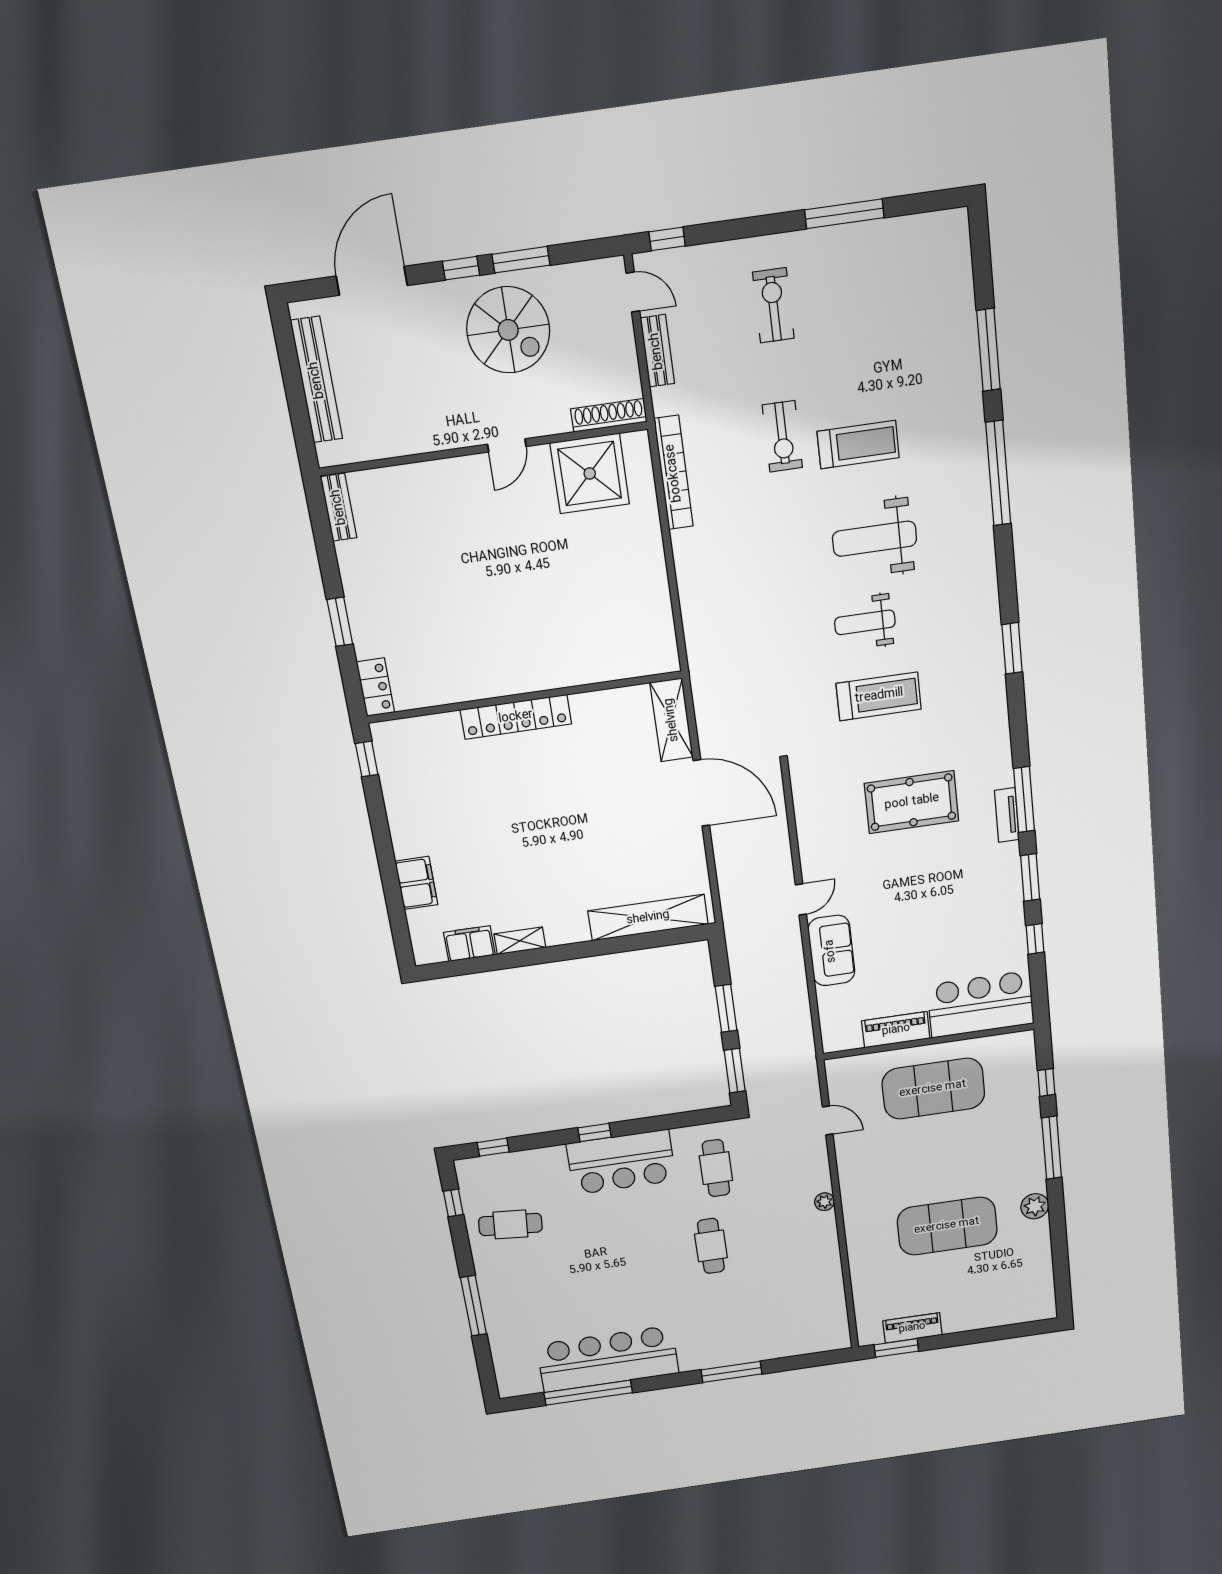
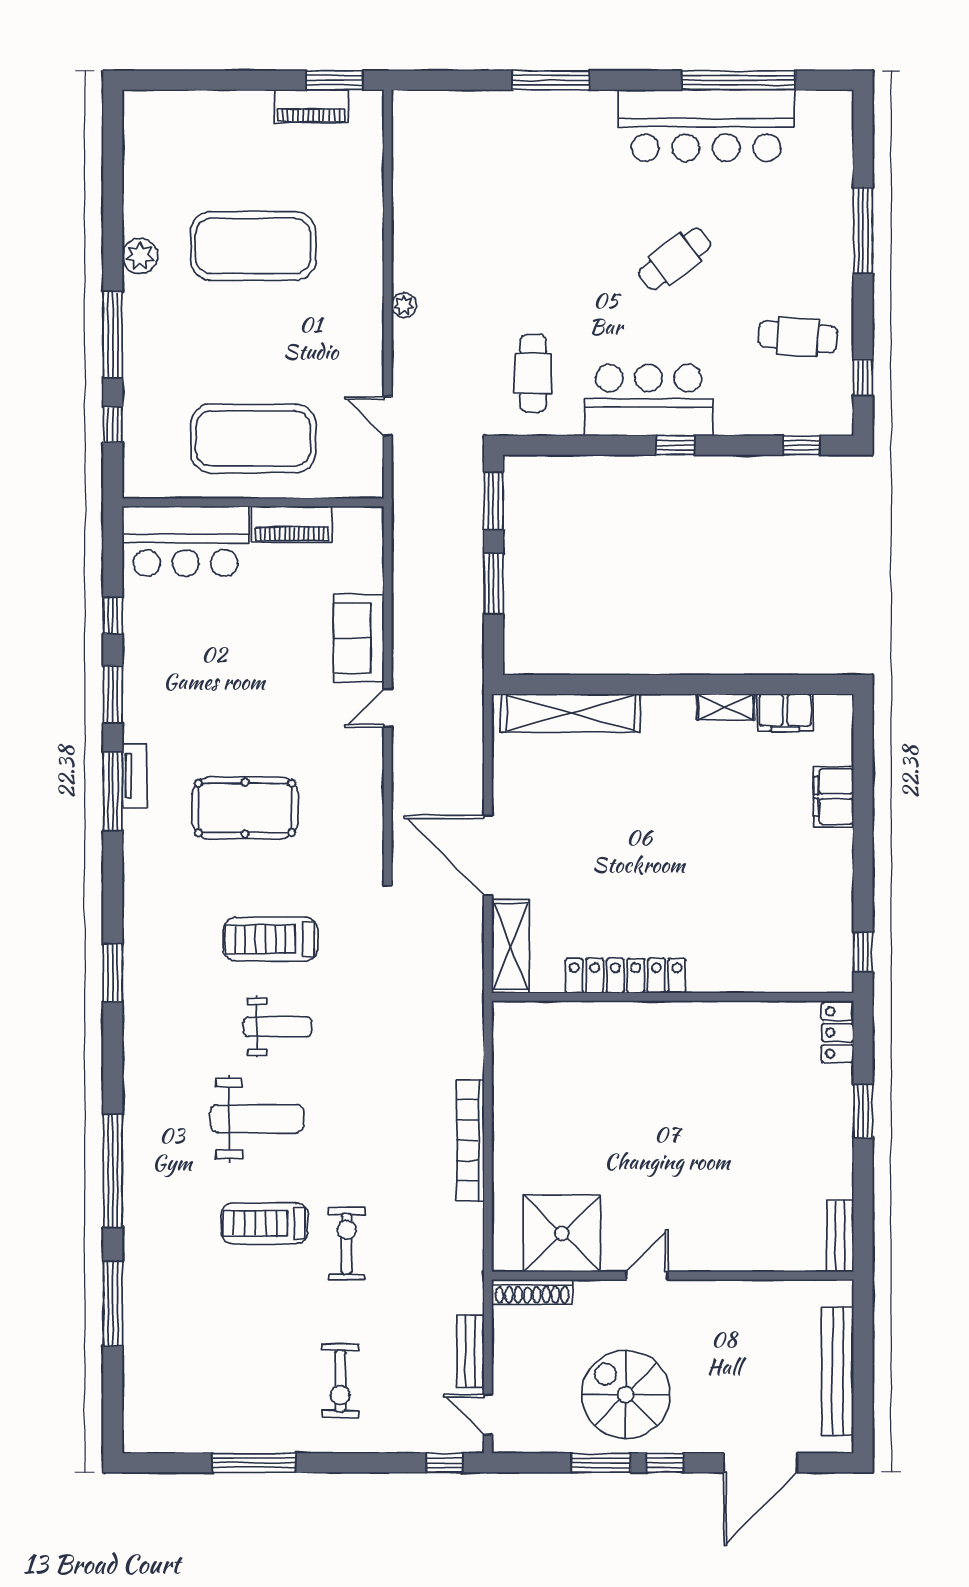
bookcase: (674, 473) -> (470, 1140), moved
locker: (516, 717) -> (626, 976), moved
cafe table: (711, 1246) -> (675, 259), moved, turned 53

